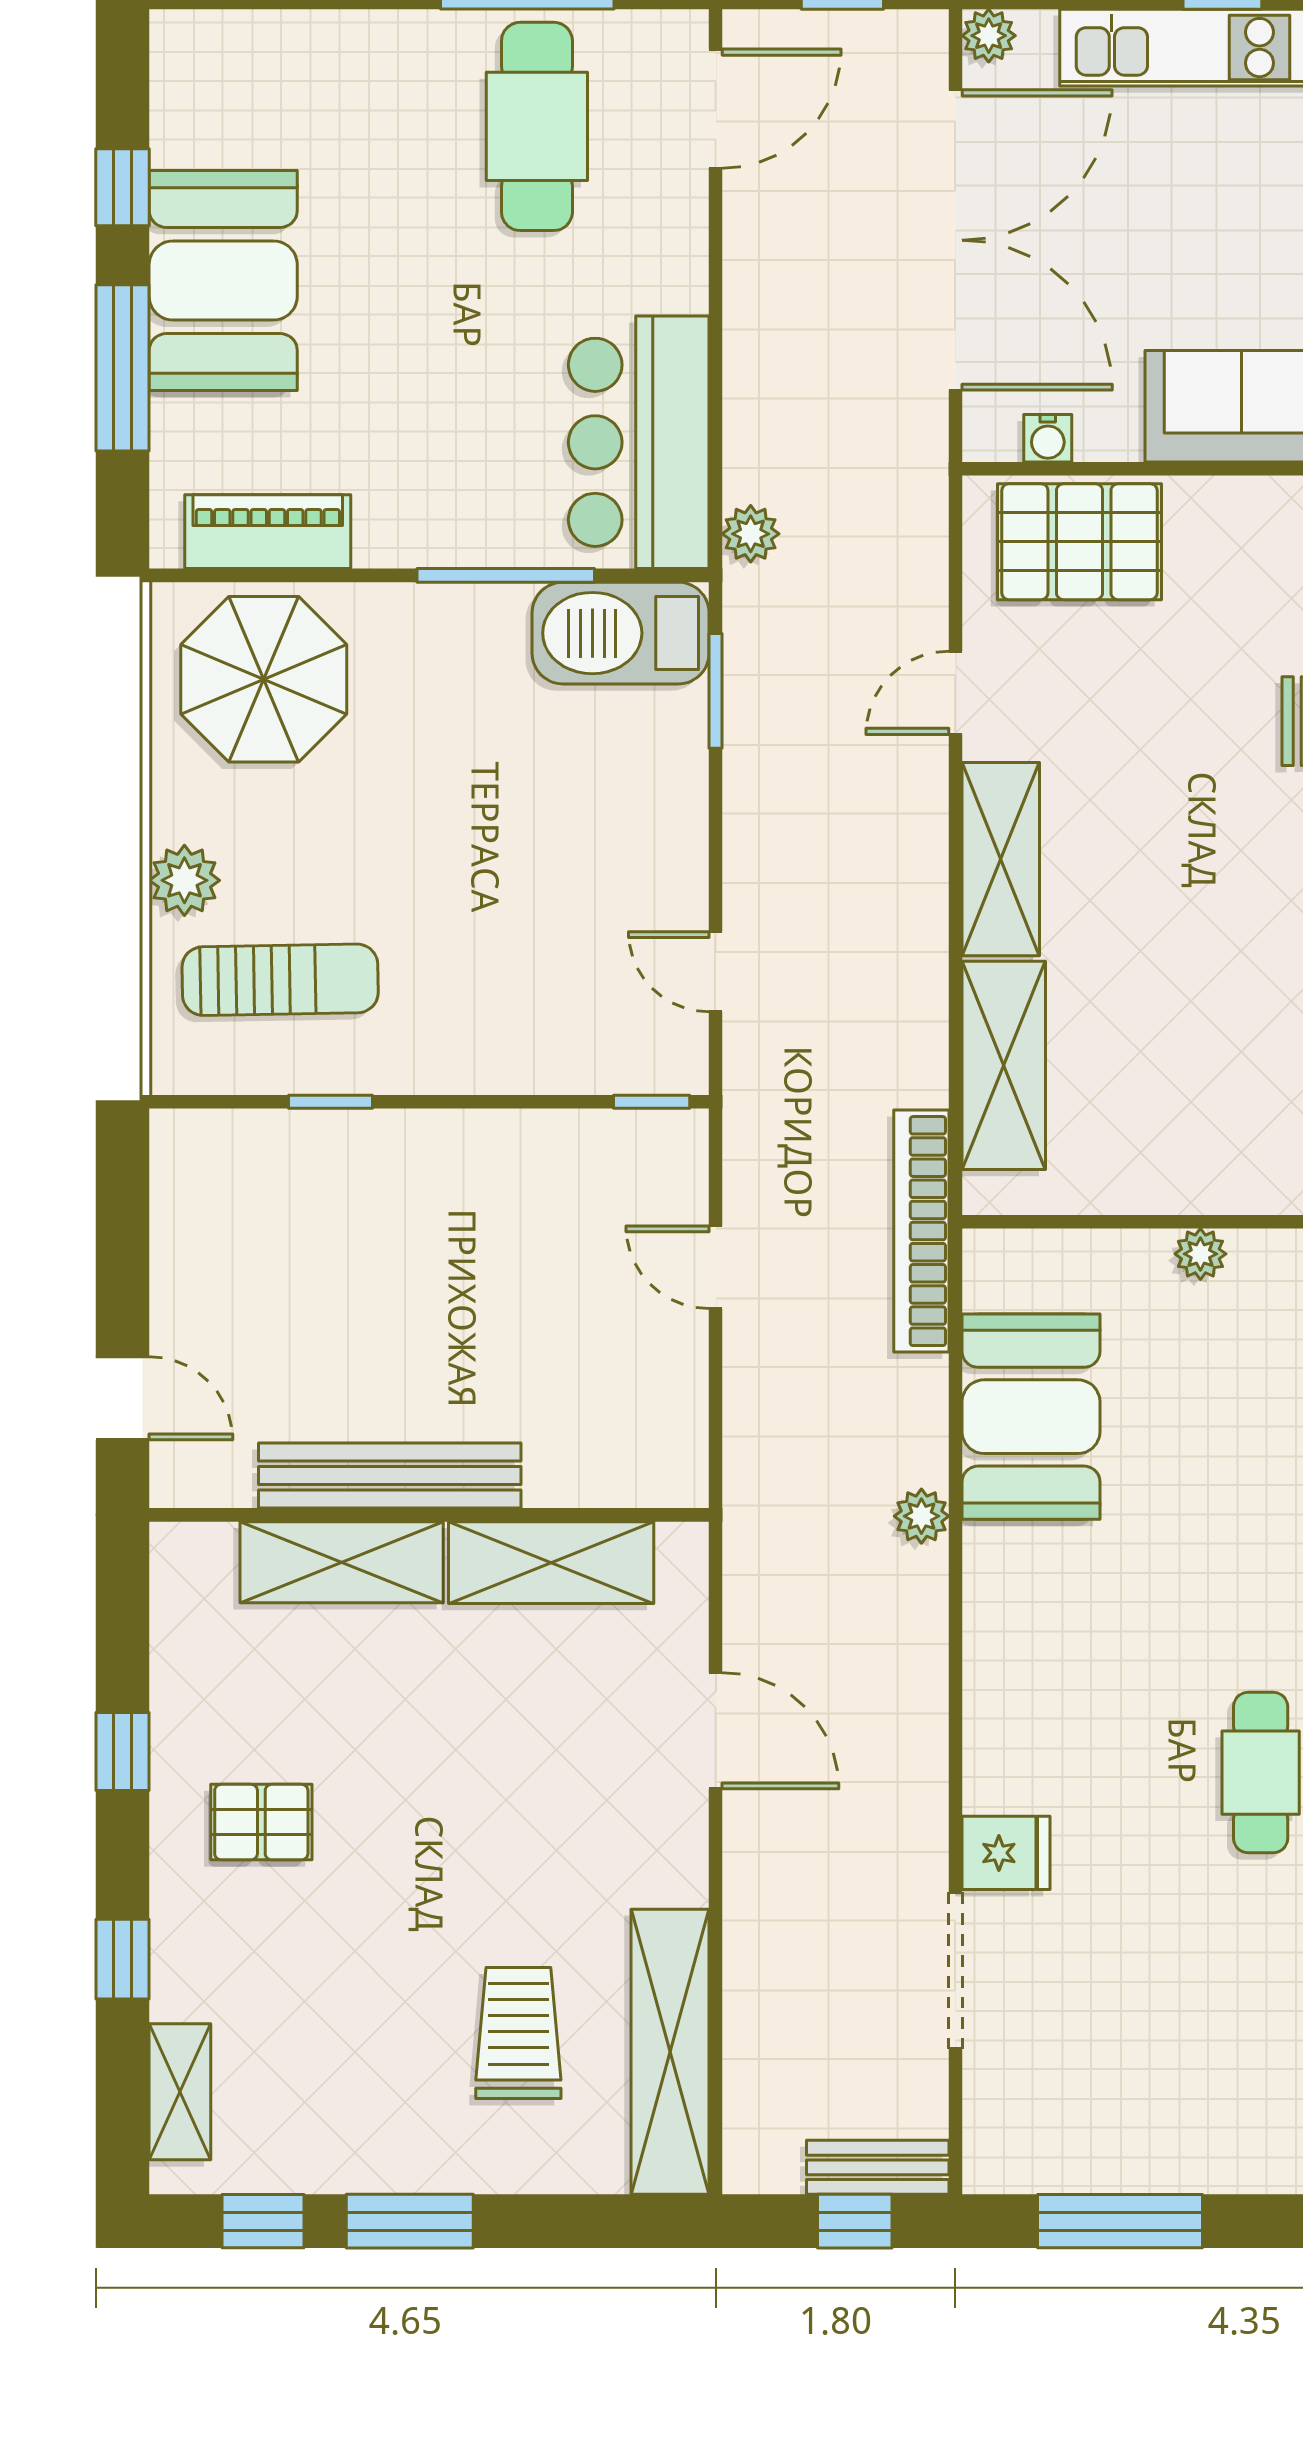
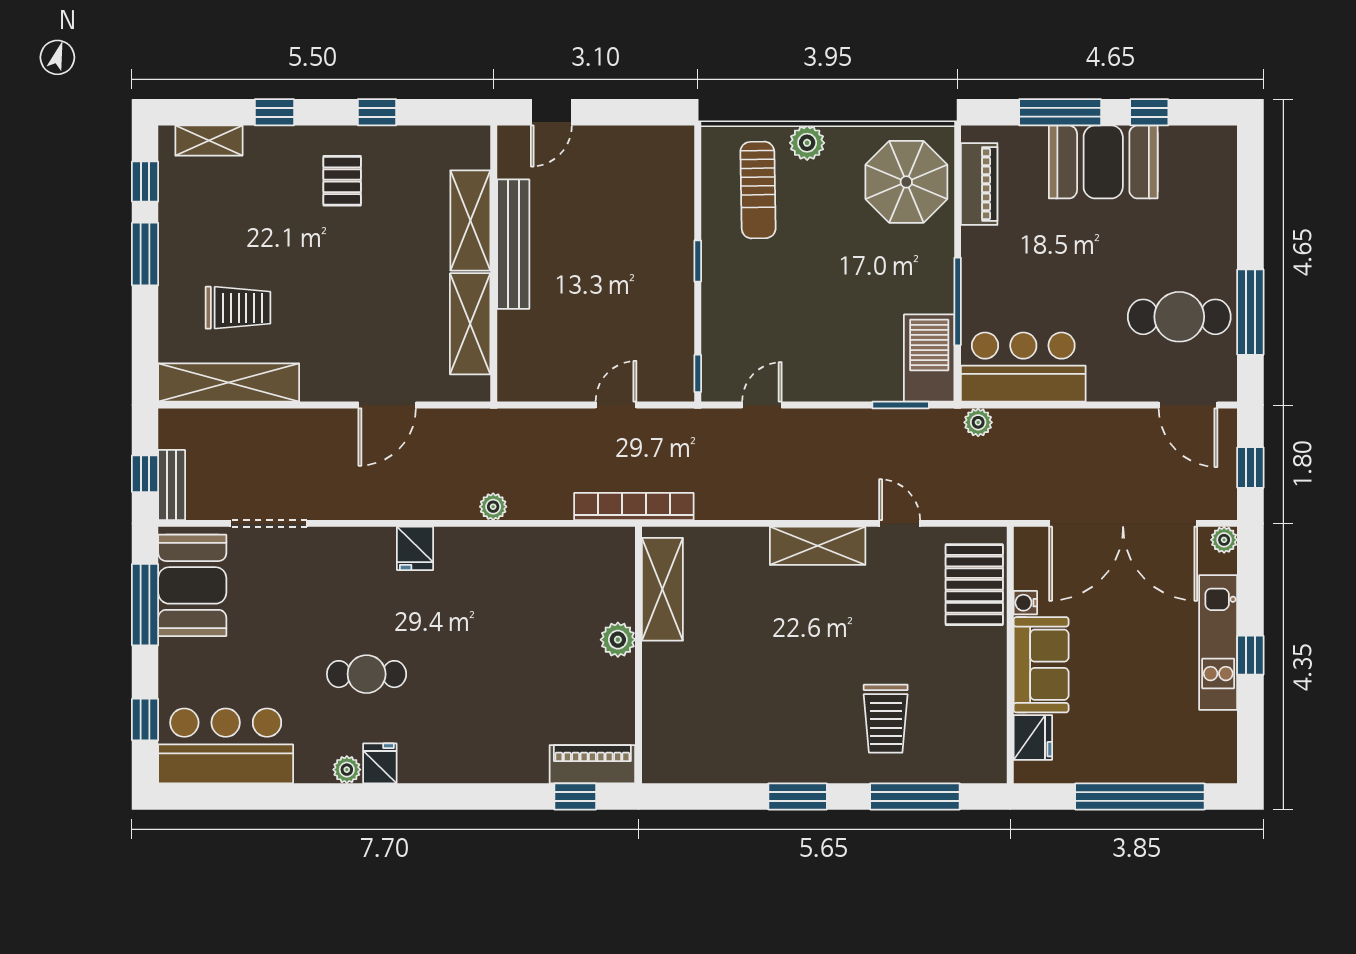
water cooler: (1048, 438) -> (1025, 603), moved
shelving: (1004, 1065) -> (662, 589), moved, turned 90
window: (331, 1102) -> (698, 261), moved
plant: (1200, 1254) -> (618, 640), width x1.38, depth x1.38
booth: (1031, 1417) -> (192, 585), moved, turned 90
fridge: (1006, 1853) -> (415, 548), moved

